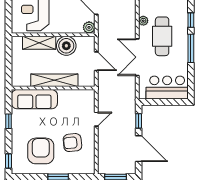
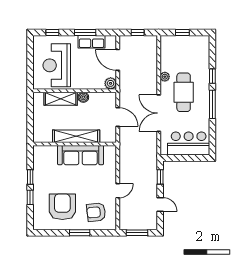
boiler: (66, 46) -> (83, 97), width x0.54, depth x0.54
sofa: (34, 99) -> (80, 155), moved
door: (96, 119) -> (118, 191), moved
armchair: (72, 143) -> (96, 212), moved
door: (139, 149) -> (160, 204), width x0.53
window: (9, 161) -> (30, 197), moved

